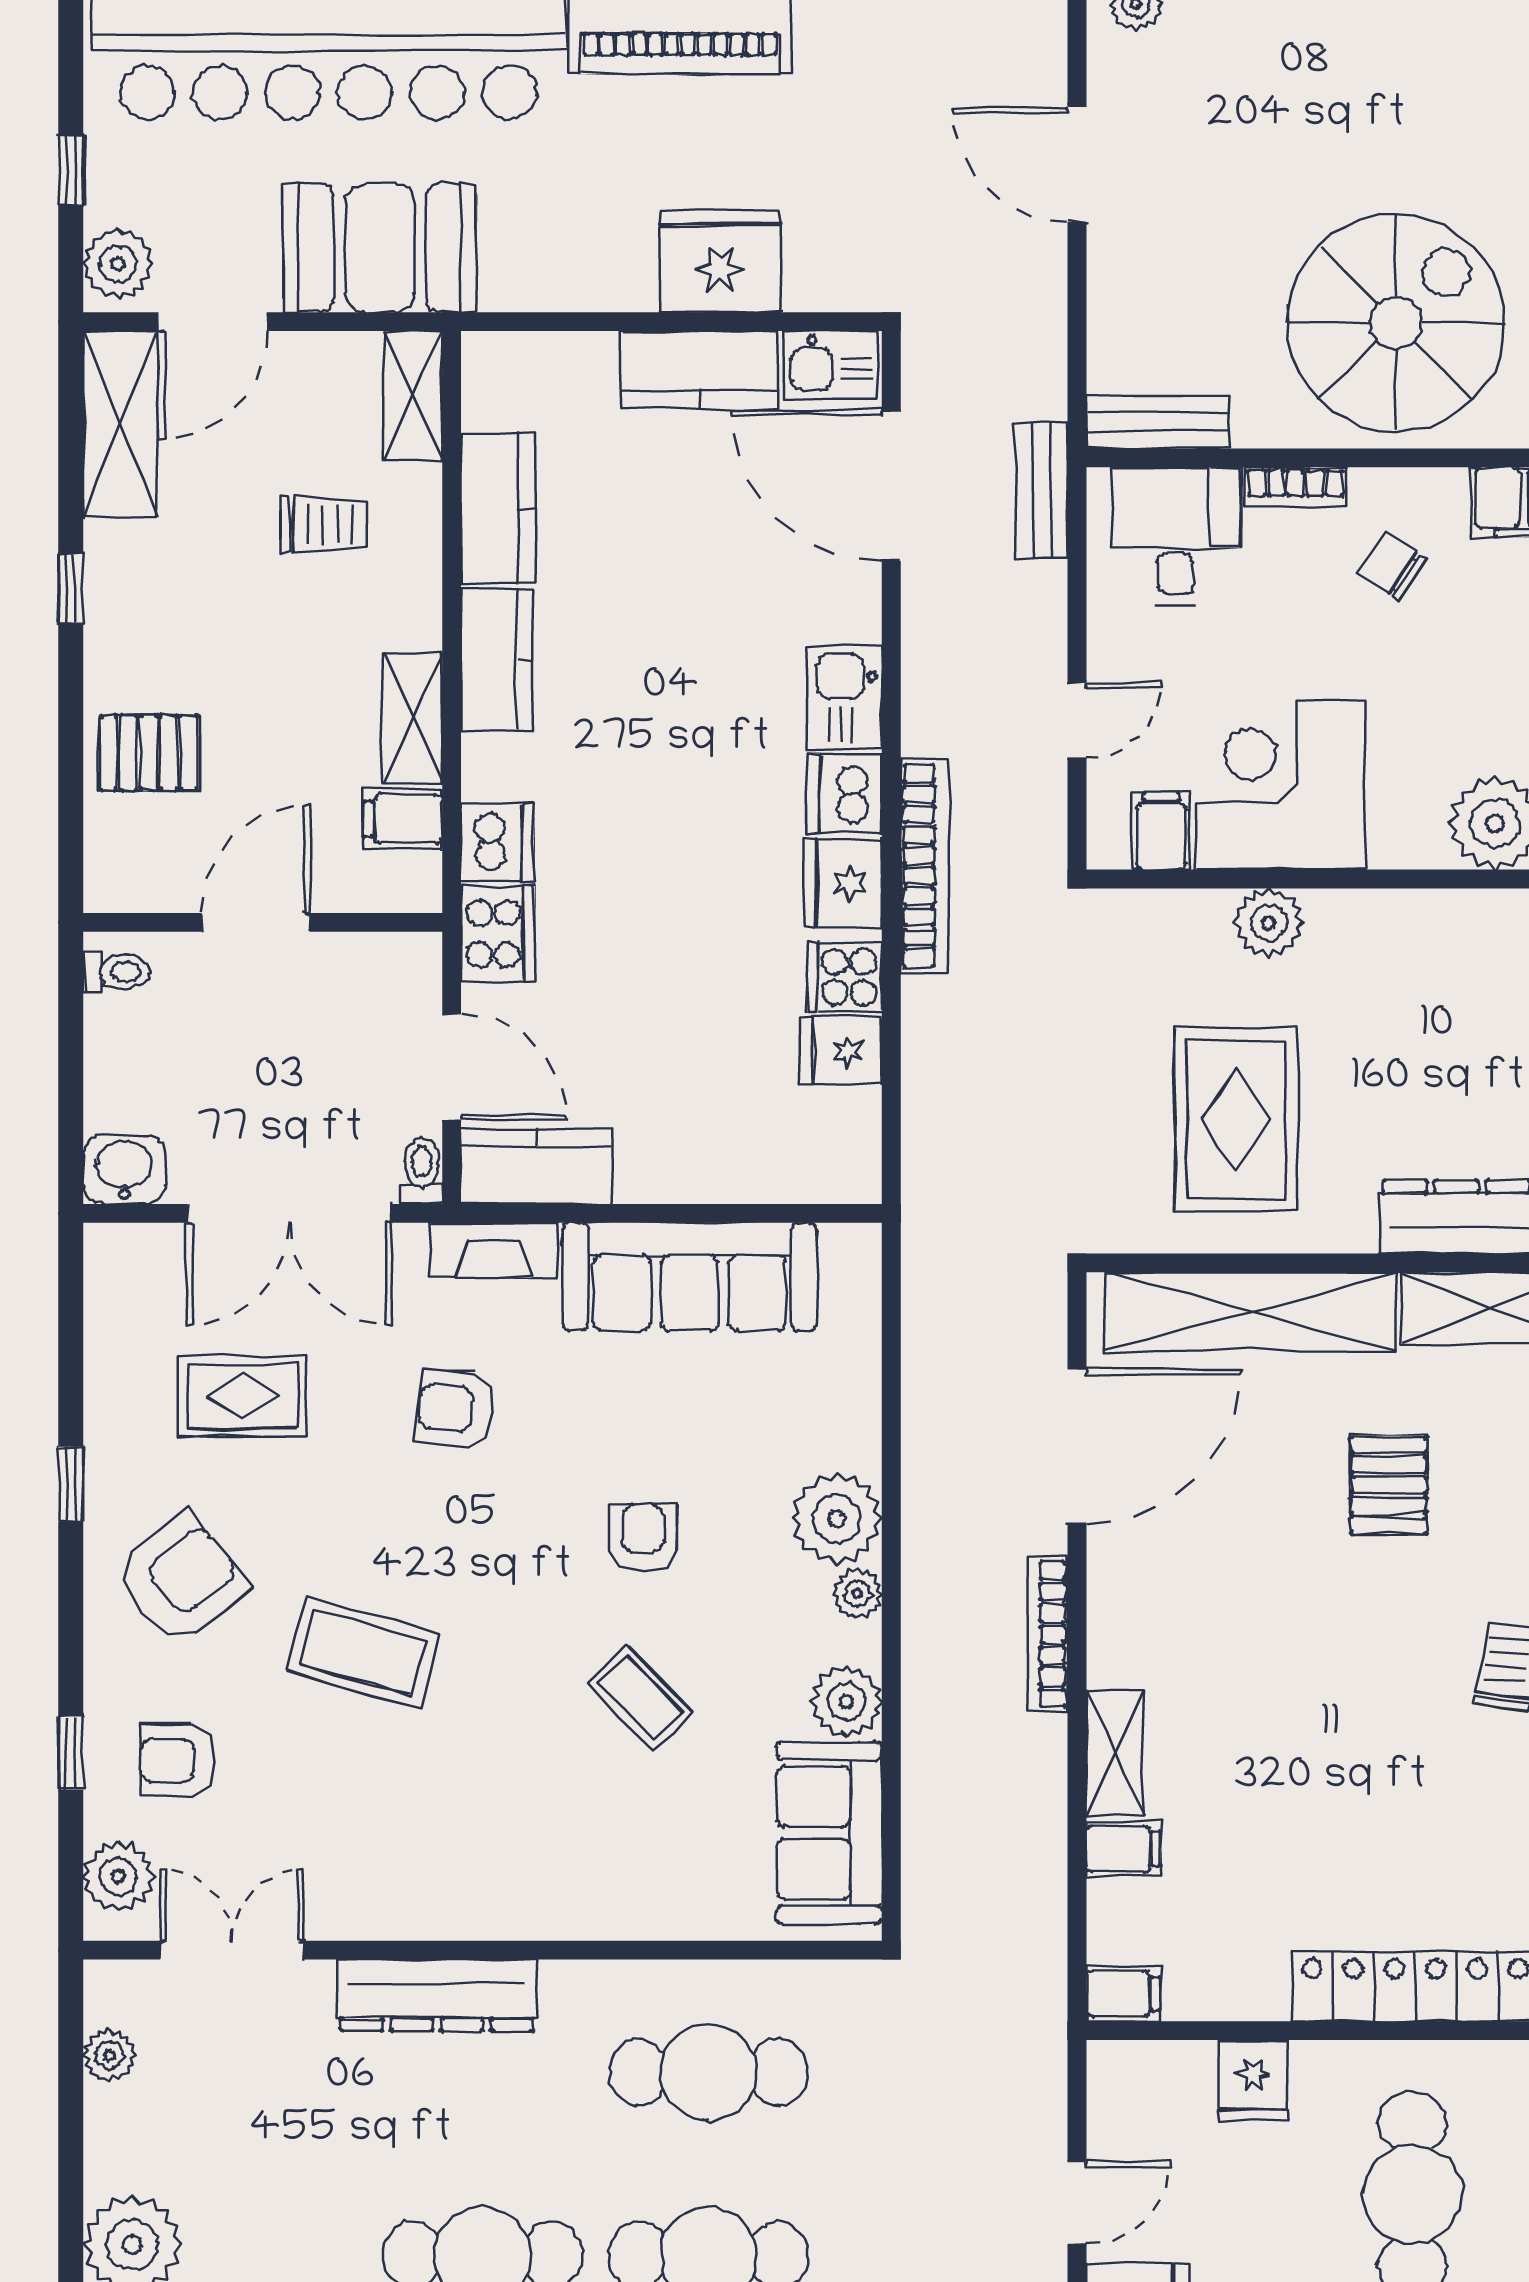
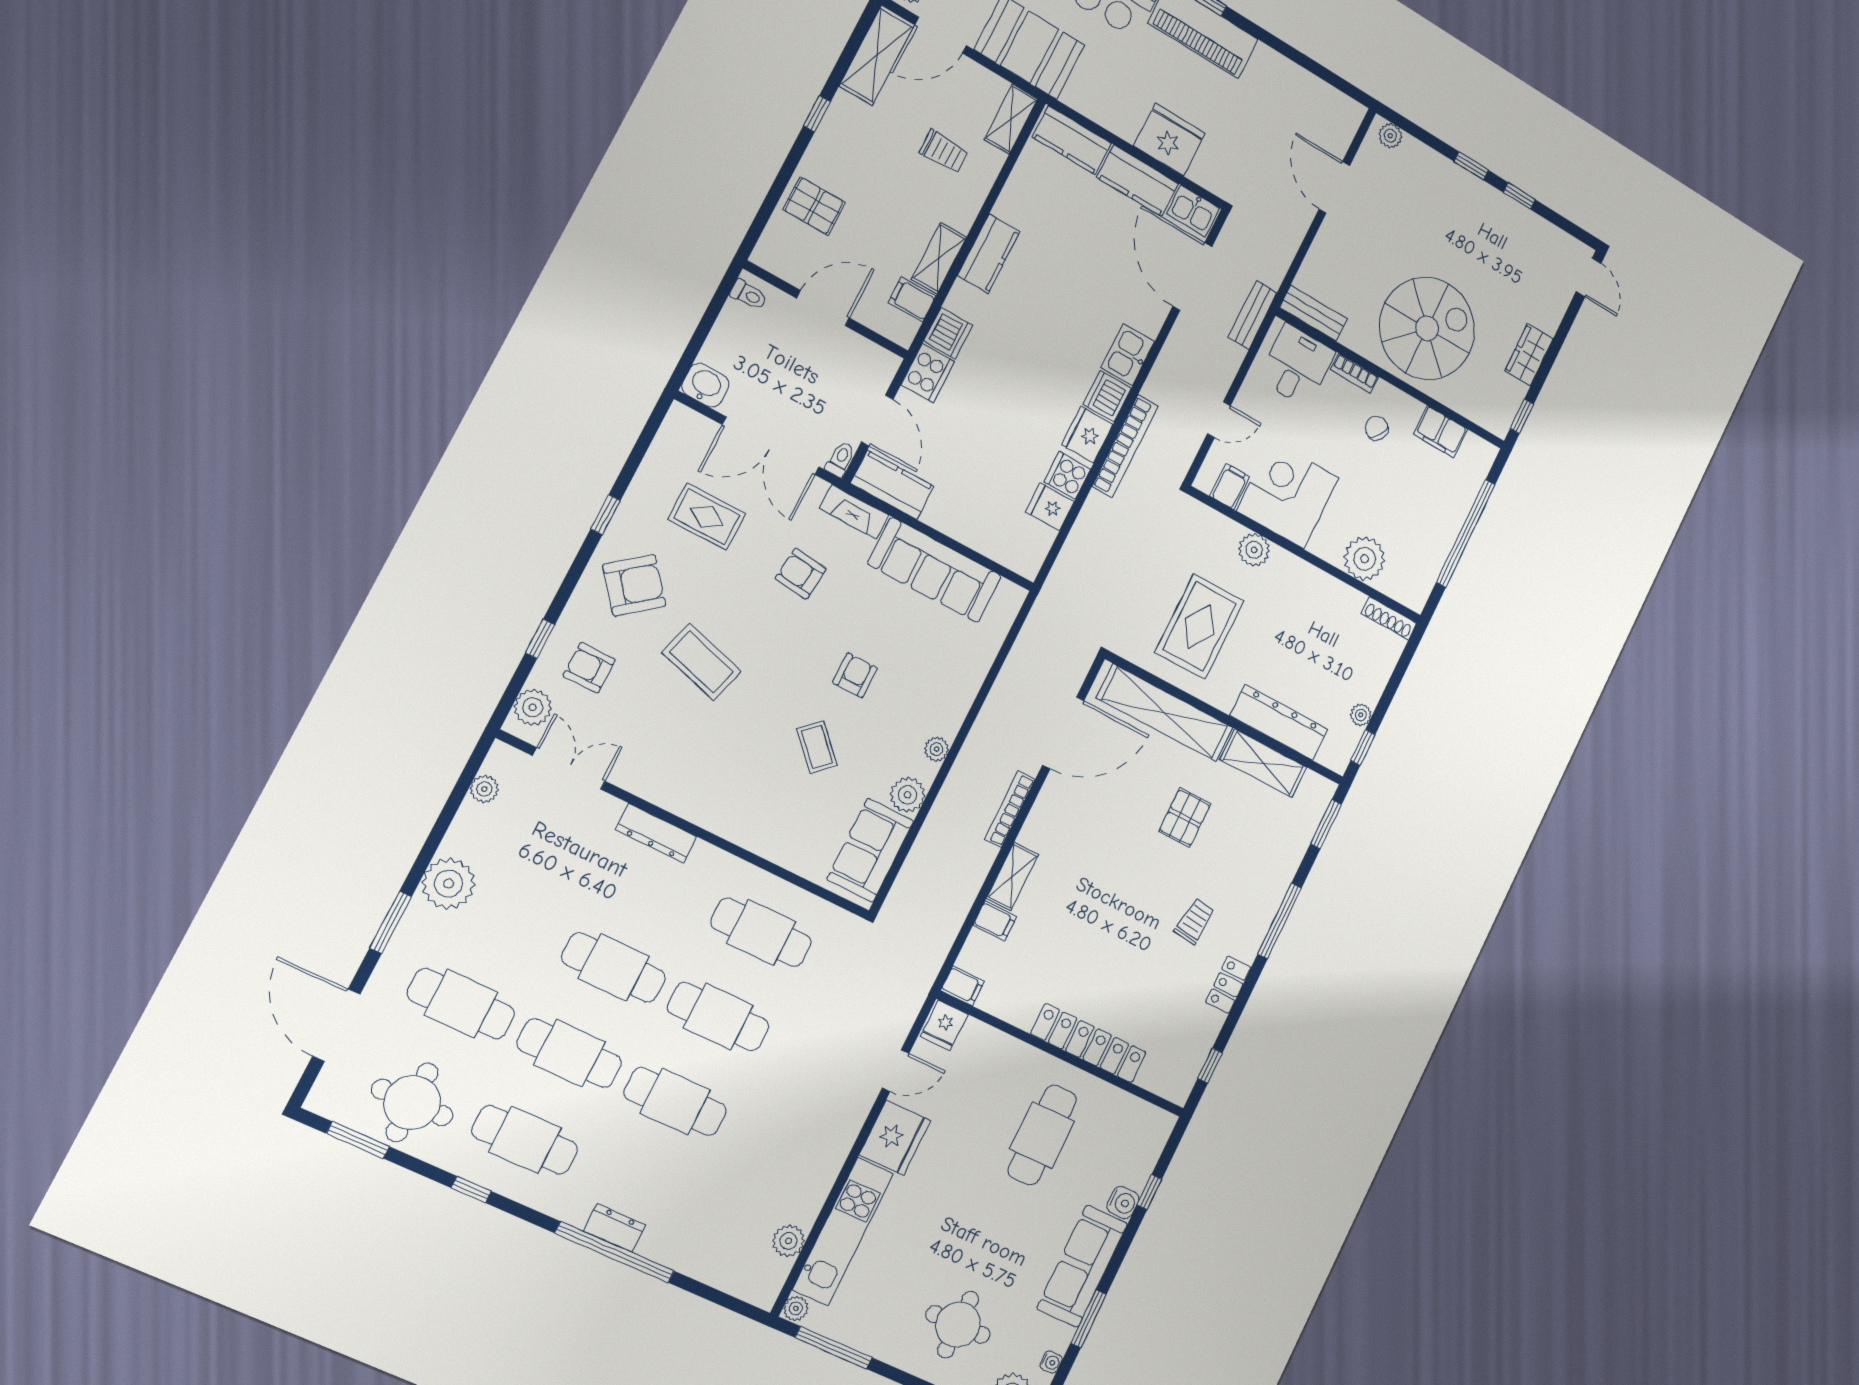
kitchen counter: (498, 508) -> (1072, 140), moved, turned 90
plant: (837, 1519) -> (944, 711), removed
dresser: (437, 1995) -> (656, 833), width x0.73, depth x0.80
fridge: (1253, 2081) -> (944, 1025), moved

